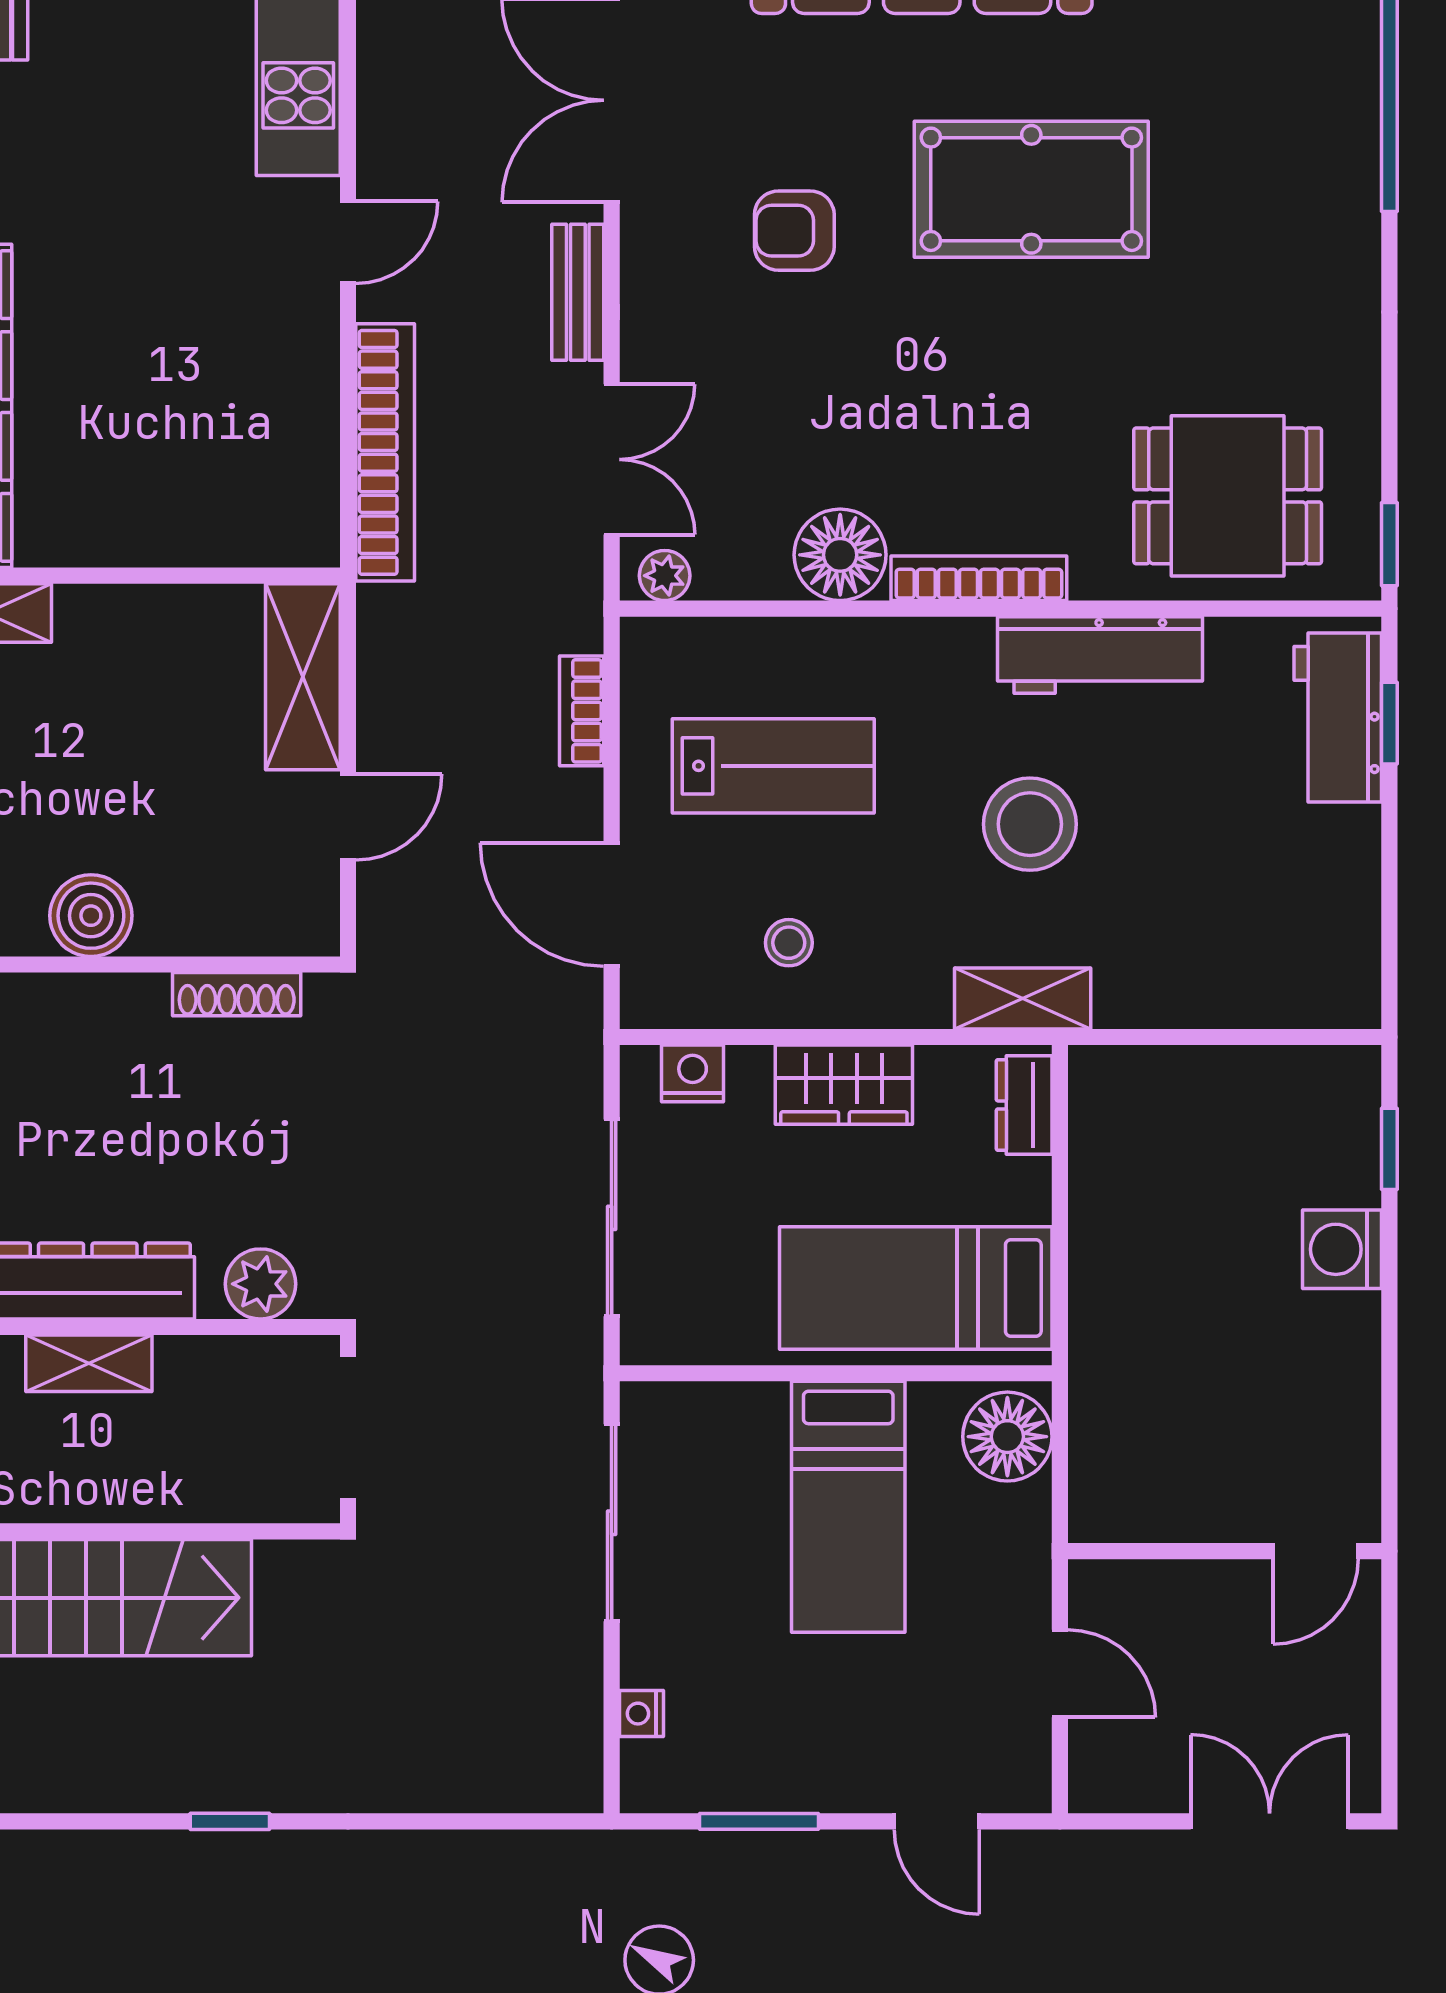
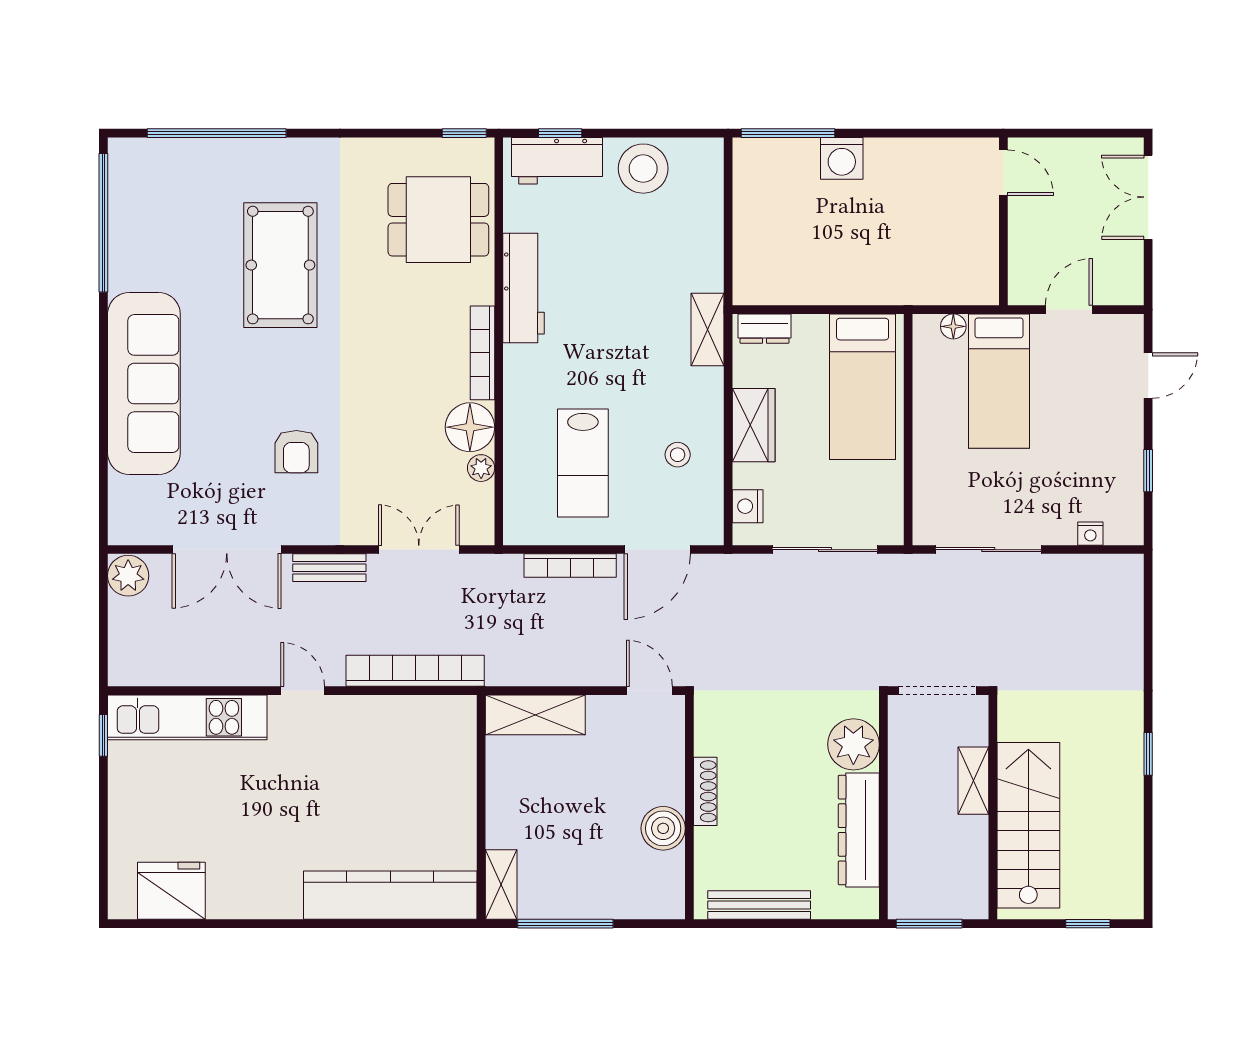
pool table: (1031, 189) -> (280, 265), moved
dining table: (1228, 496) -> (438, 220), turned 90
plant: (665, 576) -> (481, 468), moved
bookcase: (582, 711) -> (570, 566), width x1.56
lab bench: (773, 766) -> (583, 463), turned 180
door: (348, 817) -> (649, 691), moved
stool: (1030, 824) -> (643, 169), moved
shoe rack: (237, 994) -> (705, 791), moved
window: (1389, 1149) -> (788, 133), width x2.17
plant: (261, 1284) -> (853, 744), width x1.36, depth x1.36
shelving: (89, 1363) -> (973, 781), moved
floor lamp: (1007, 1437) -> (953, 326), width x0.53, depth x0.53
bed: (848, 1507) -> (999, 381), moved, turned 90
window: (759, 1821) -> (1148, 471), width x0.67

